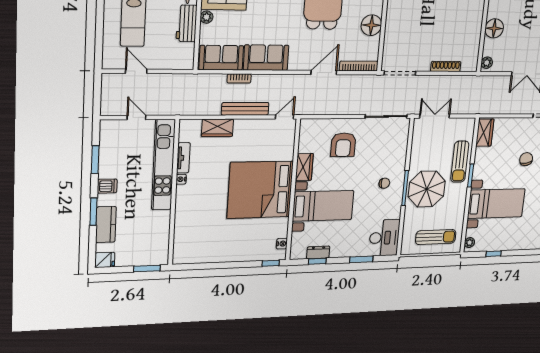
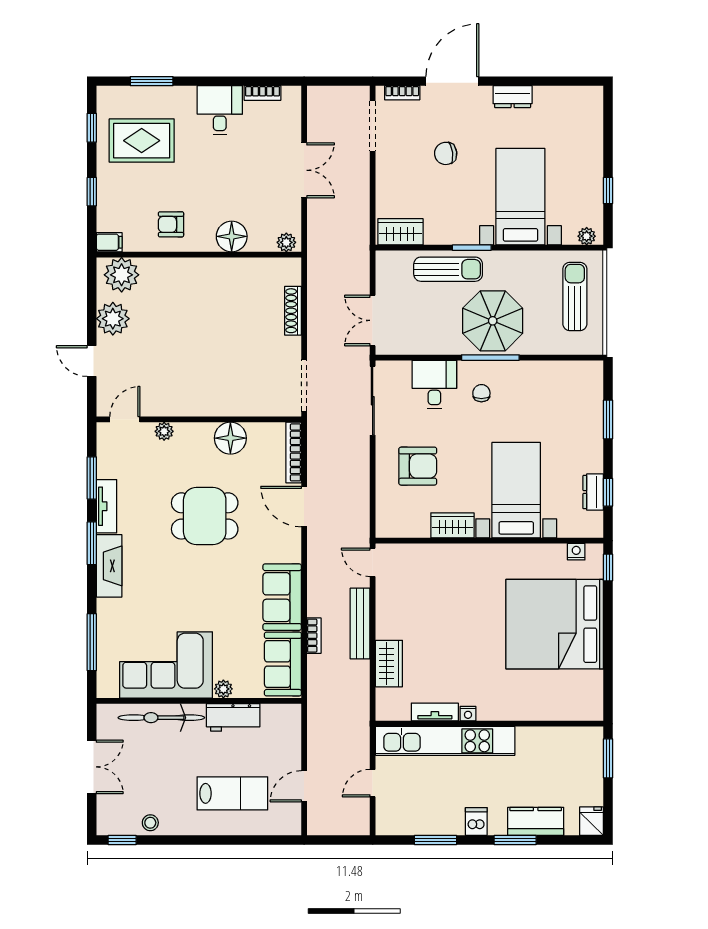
bed: (260, 190) -> (555, 624), moved, turned 90
desk: (384, 238) -> (434, 384), moved, width x0.73

